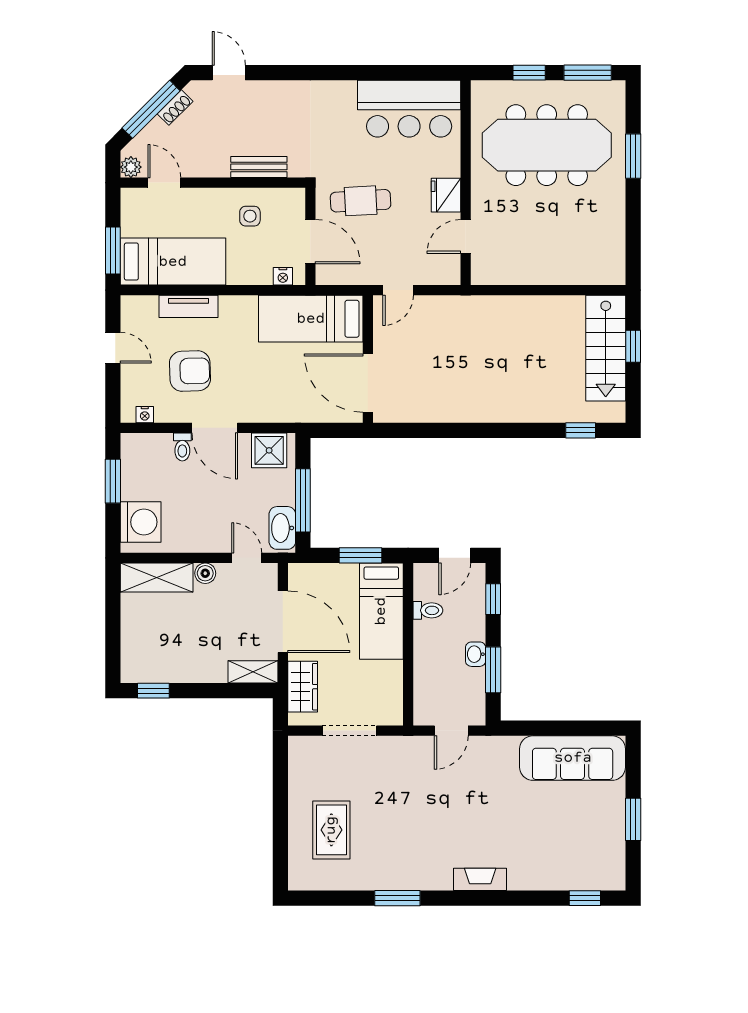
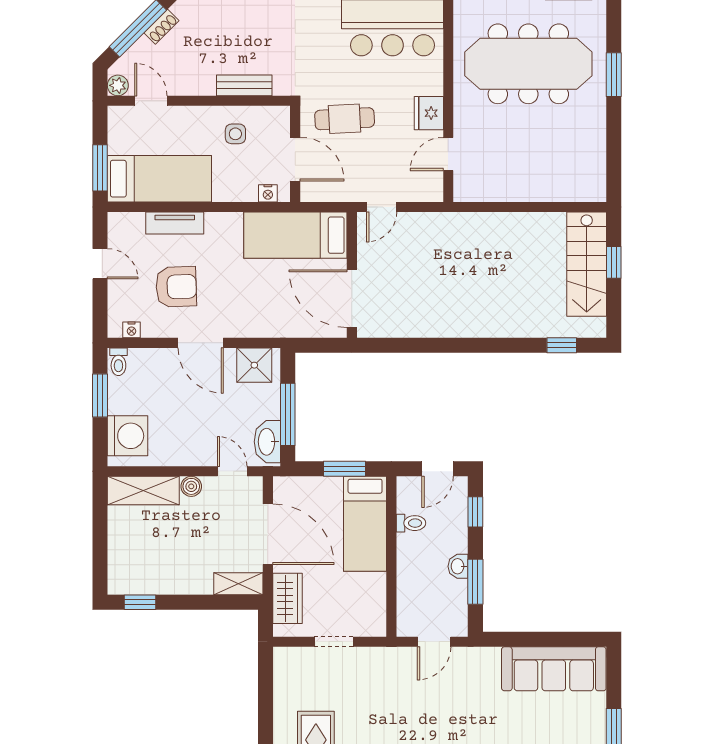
toilet: (182, 447) -> (118, 362), moved
doorway: (350, 731) -> (334, 642), width x0.73

